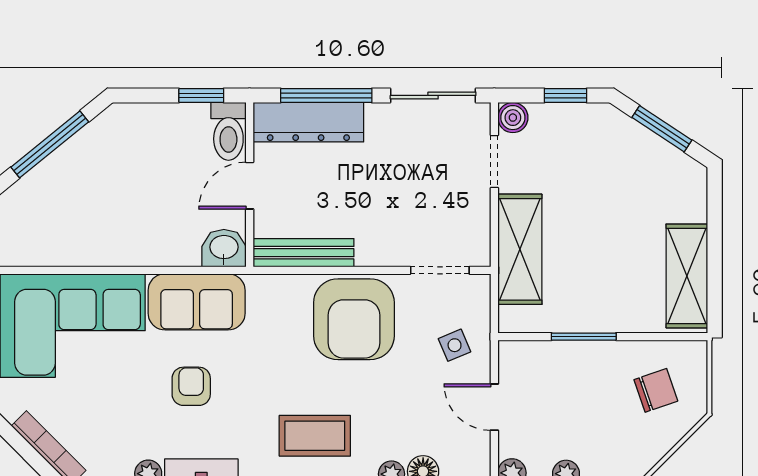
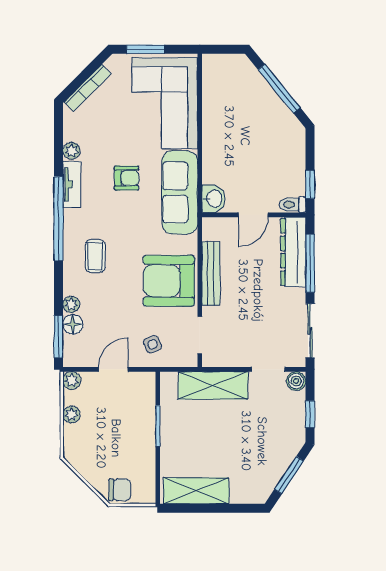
toilet: (228, 131) -> (292, 205), width x0.73, depth x0.72
door: (250, 186) -> (253, 215), swing flipped
bench: (303, 253) -> (211, 273), moved
sofa: (197, 302) -> (180, 192), width x1.36
chair: (656, 390) -> (120, 490), moved, turned -71
coffee table: (315, 436) -> (95, 256), width x0.73, depth x0.77

